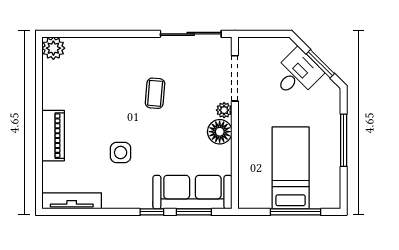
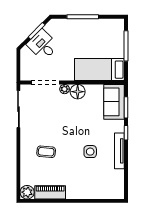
coffee table: (155, 93) -> (46, 152), moved
piano: (53, 136) -> (50, 192), moved
bed: (291, 168) -> (99, 70), moved
sofa: (192, 192) -> (114, 102), width x0.73
tv unit: (72, 201) -> (119, 151), moved

